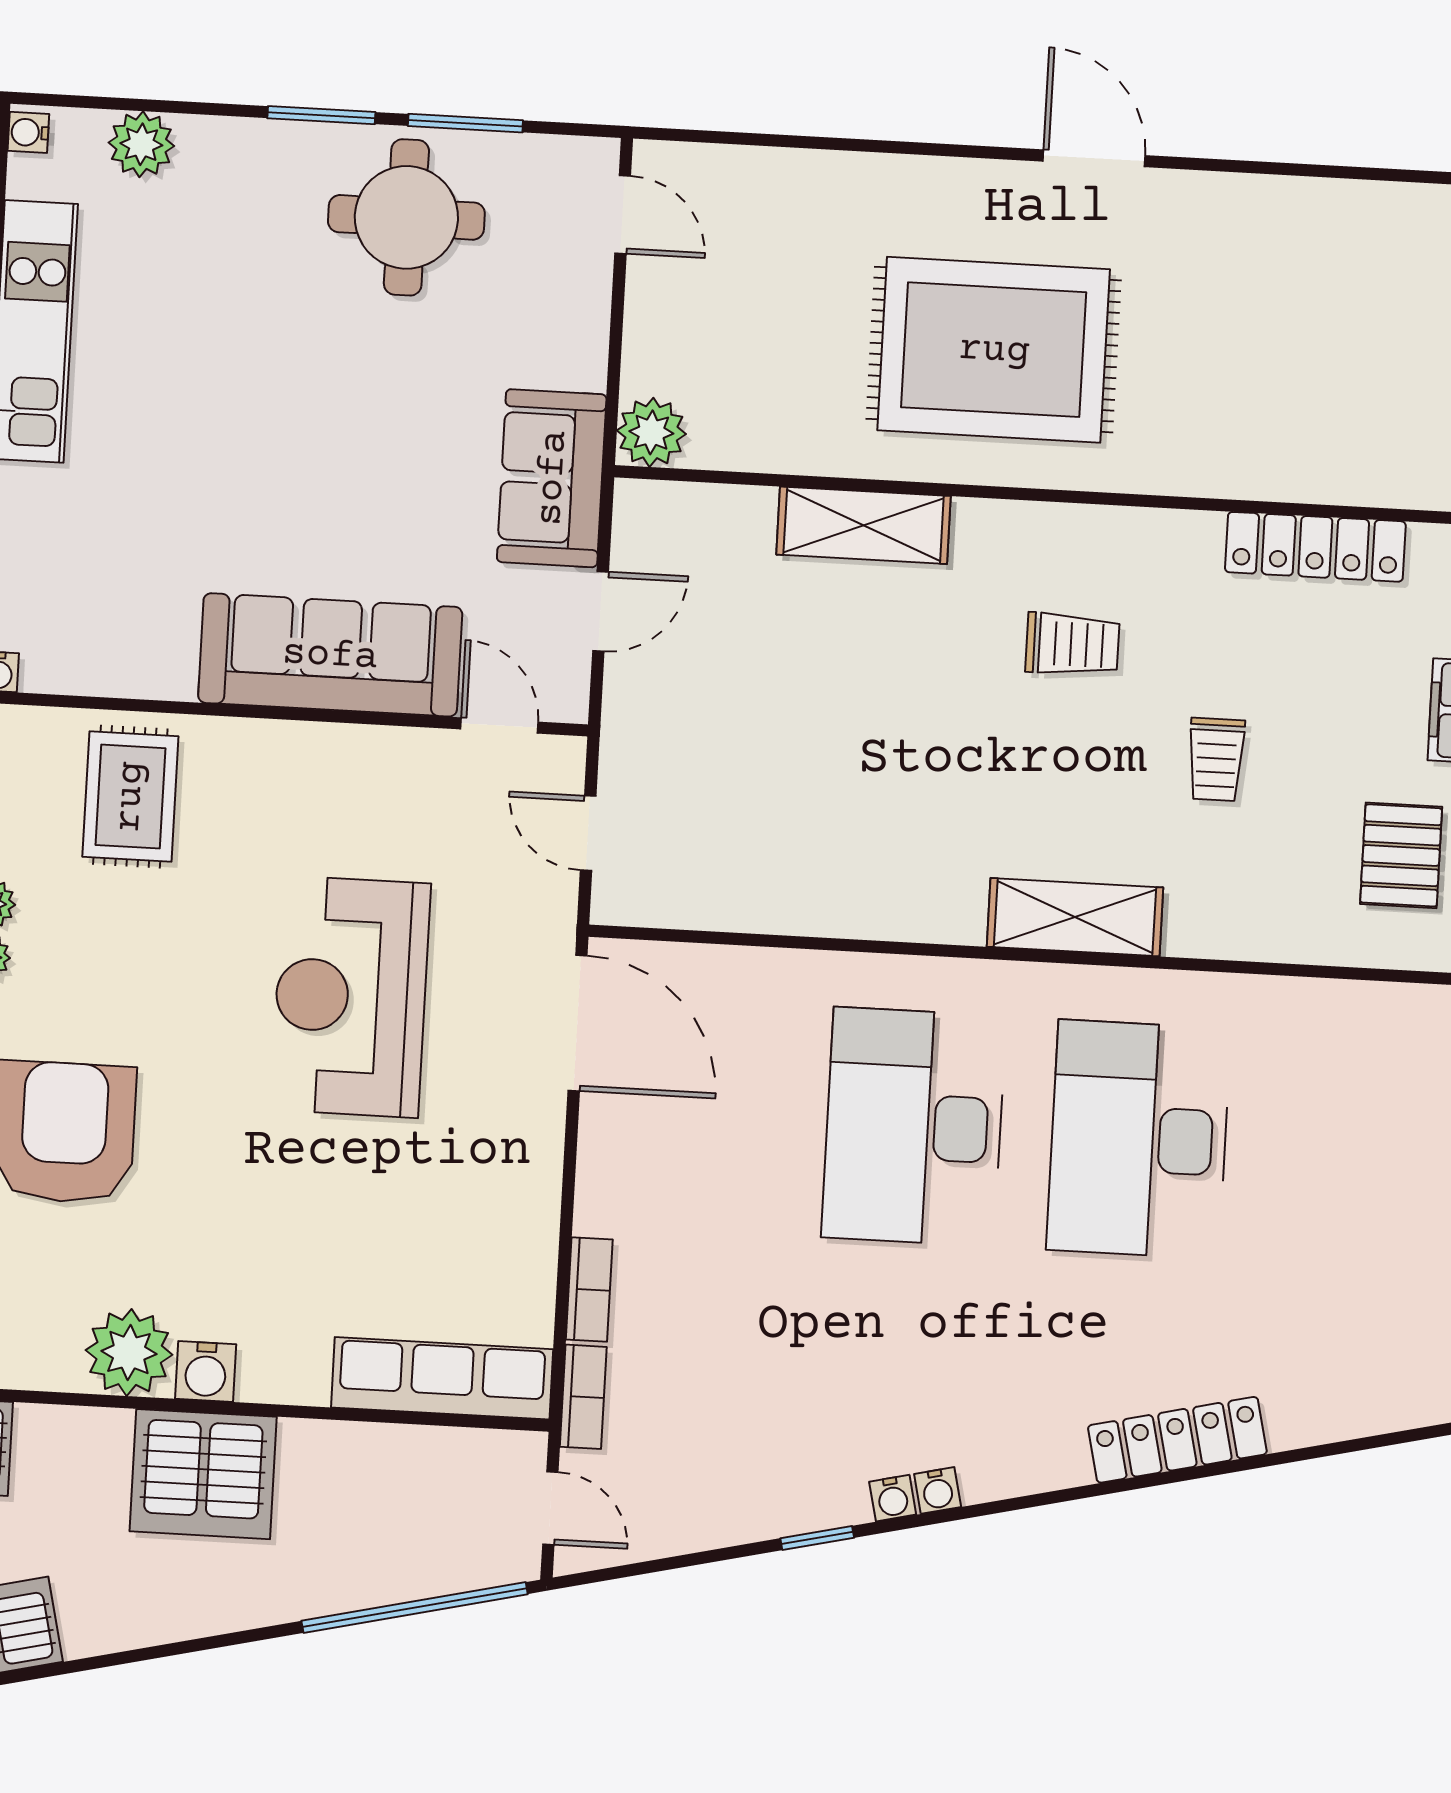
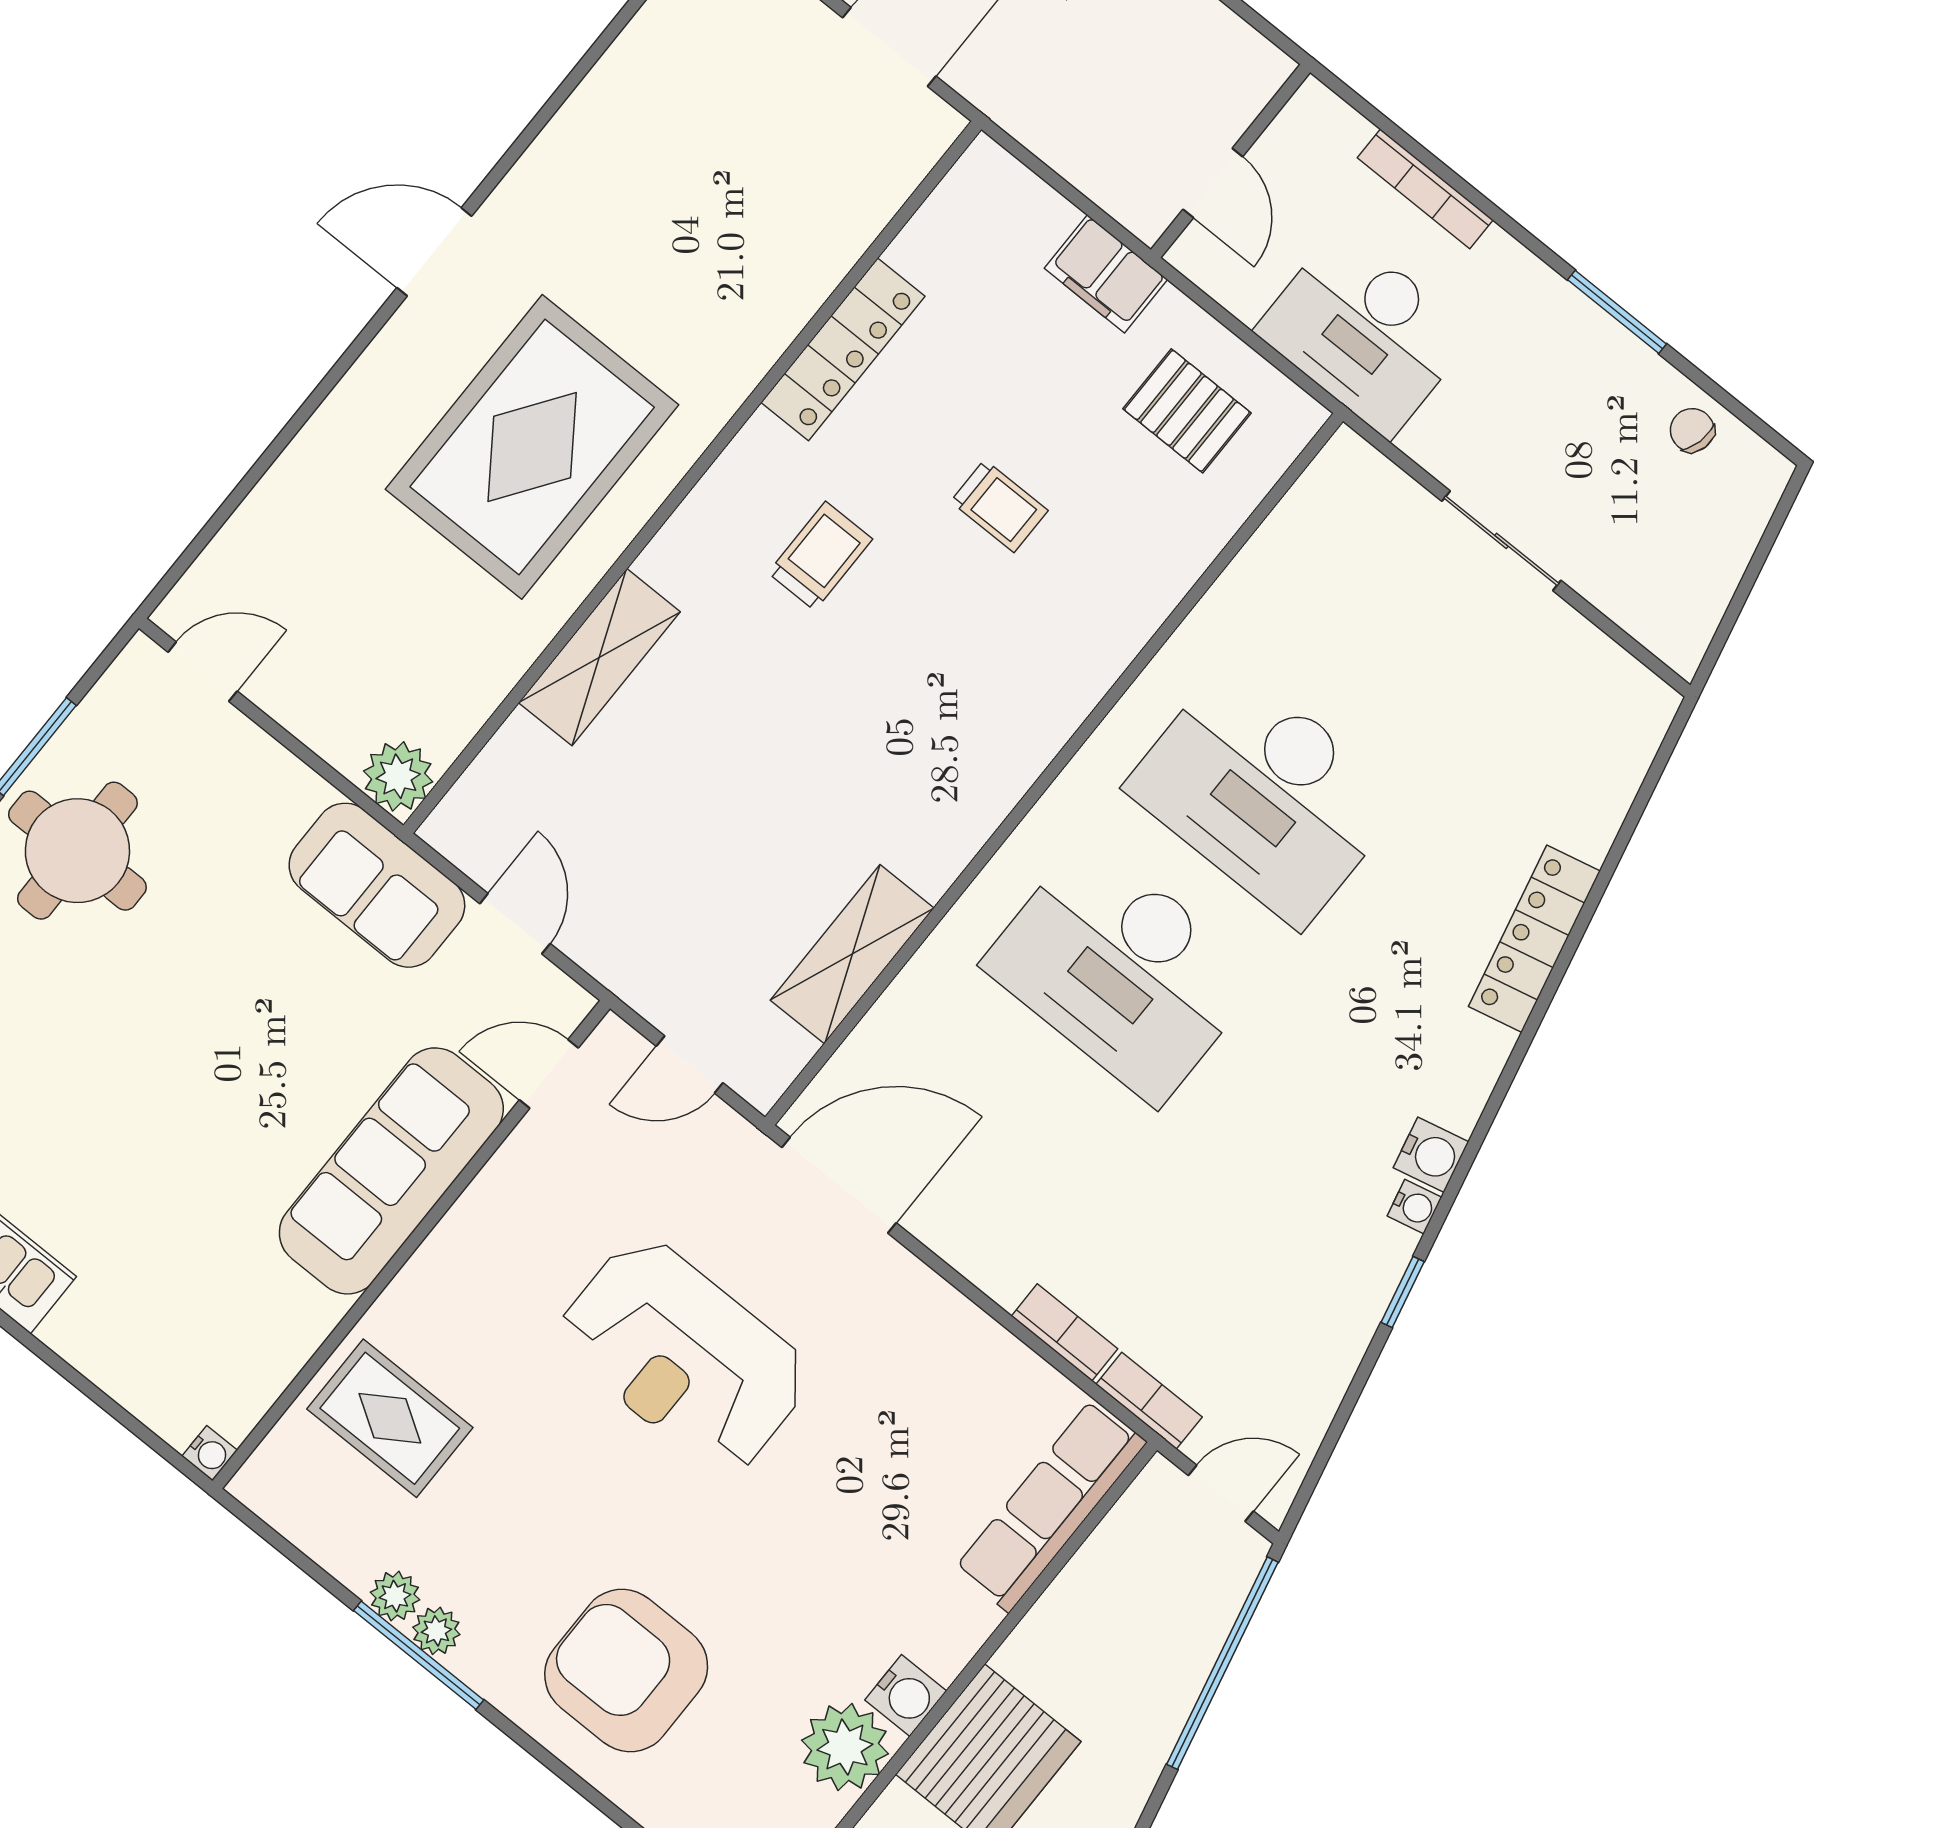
locker: (1315, 547) -> (843, 349), moved
shelving: (1075, 917) -> (852, 954), moved
water cooler: (938, 1490) -> (1431, 1155), width x1.38, depth x1.38

